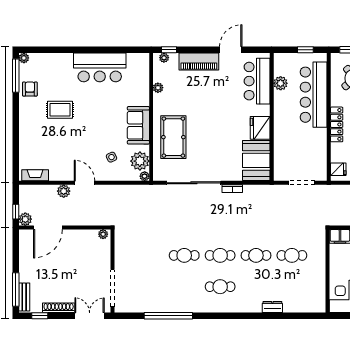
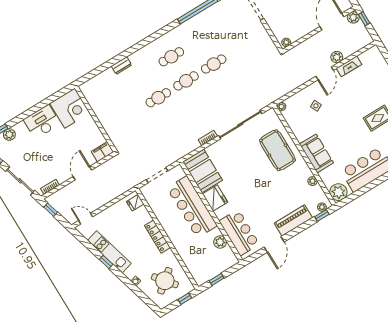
bar counter: (314, 95) -> (192, 207), moved, turned 180
sofa: (138, 125) -> (316, 153), moved
plant: (140, 161) -> (338, 192), moved
fireplace: (35, 175) -> (349, 66), moved
door: (85, 183) -> (325, 73), hinge flipped
cafe table: (292, 255) -> (131, 115), removed

